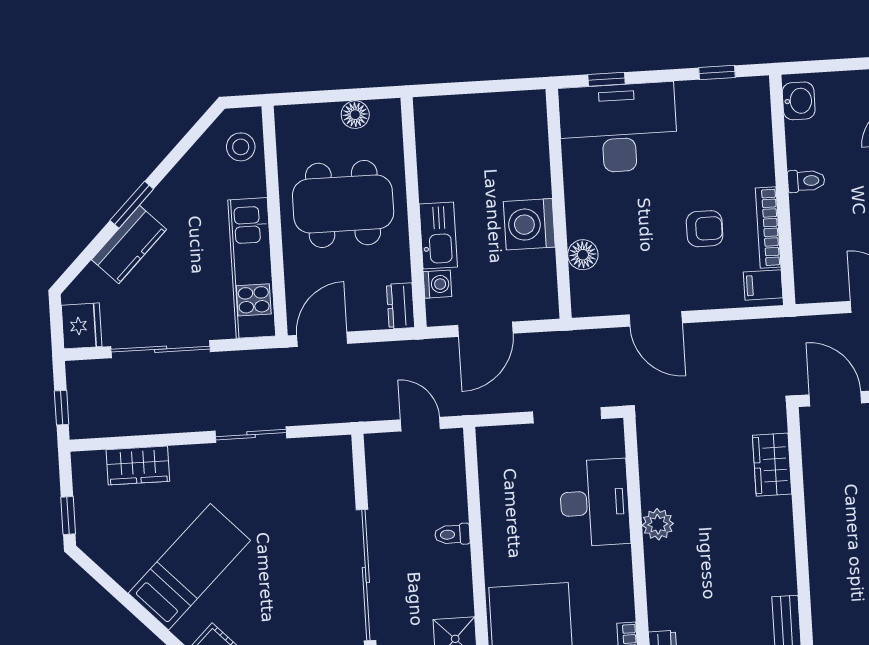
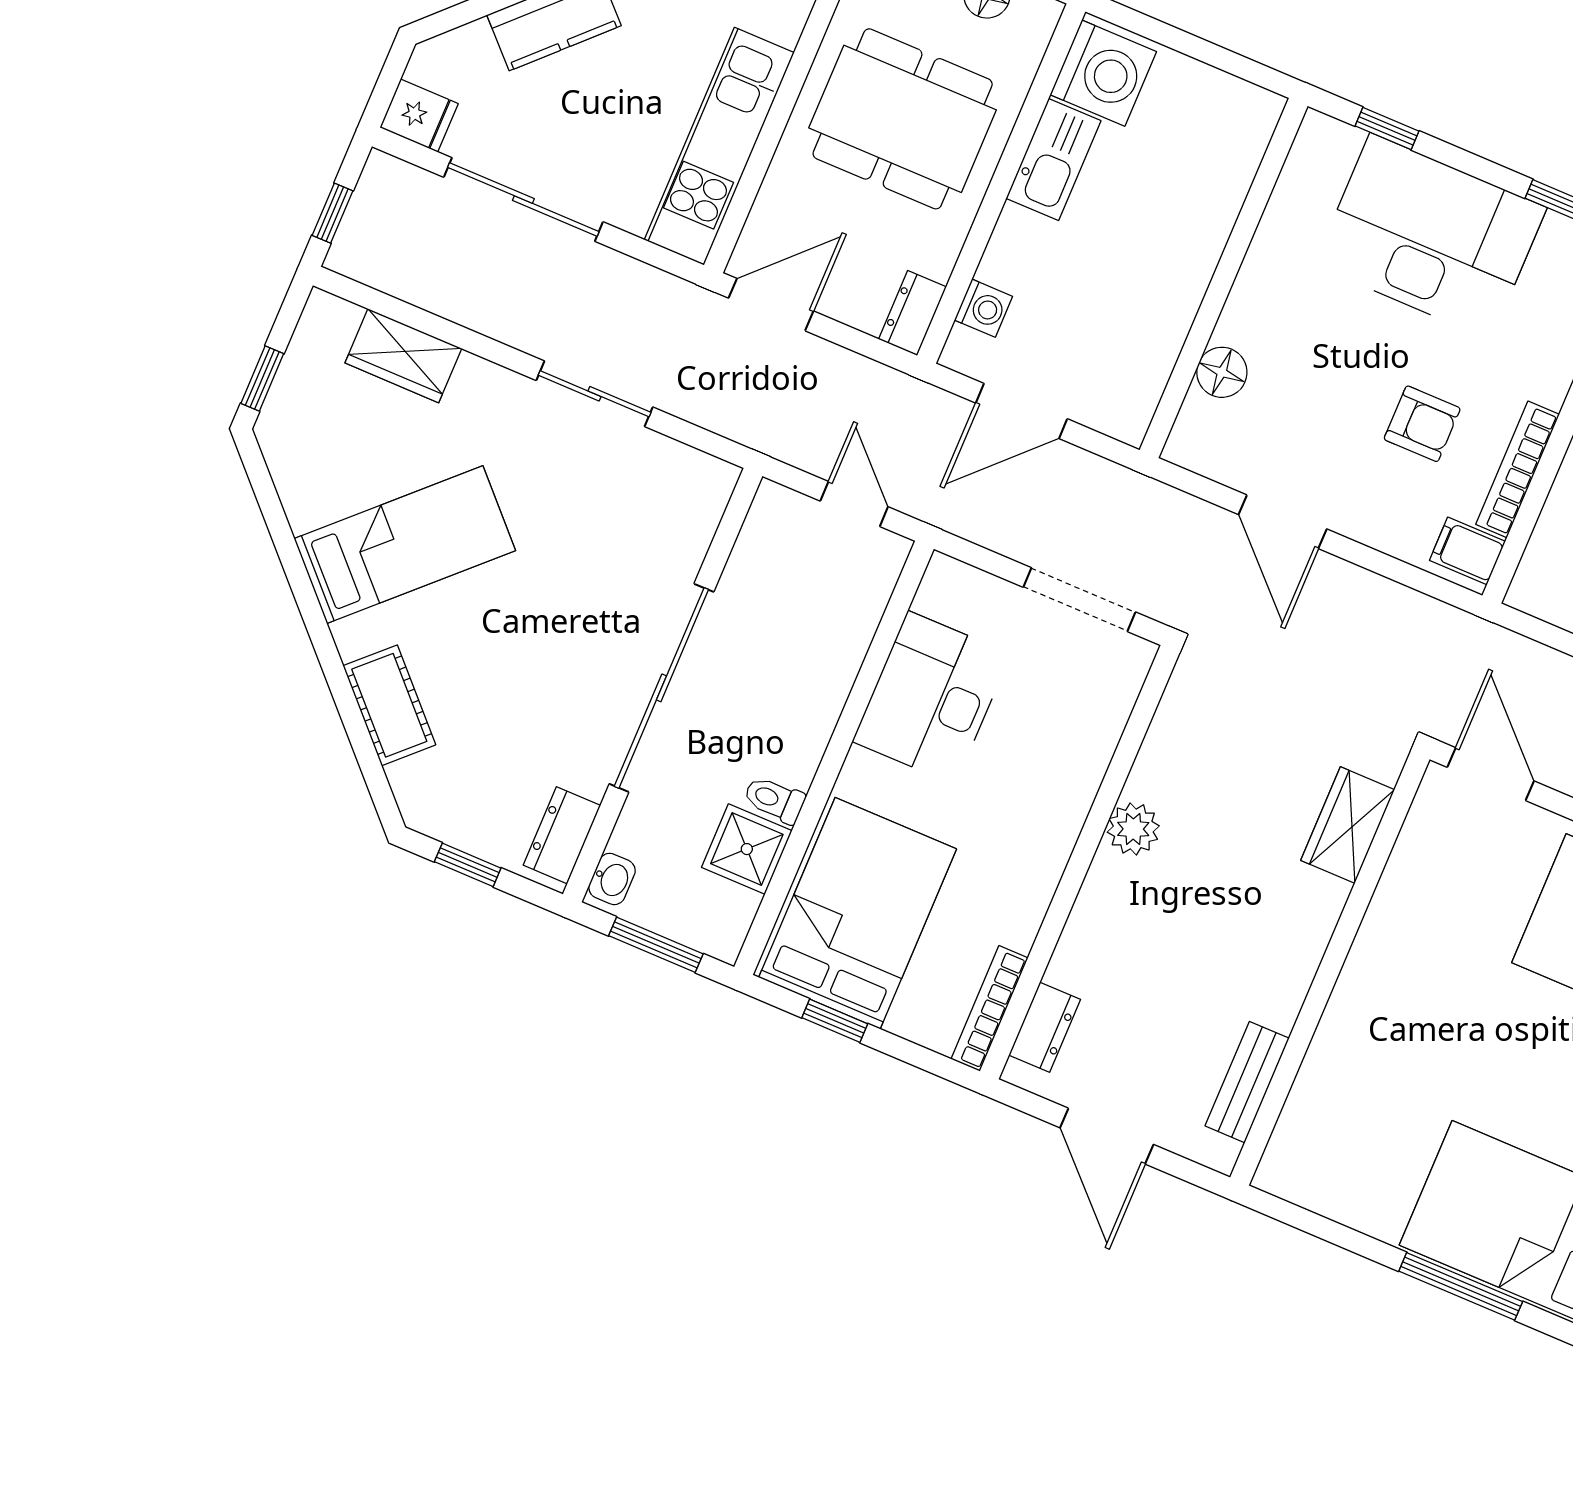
desk: (618, 128) -> (1430, 236), moved
washing machine: (529, 224) -> (1103, 73), moved, turned 180
kitchen sink: (438, 236) -> (1054, 160), moved
fridge: (82, 326) -> (419, 116), width x0.72
desk: (595, 503) -> (931, 698), moved, turned 180
toilet: (452, 534) -> (774, 800), moved

